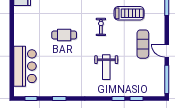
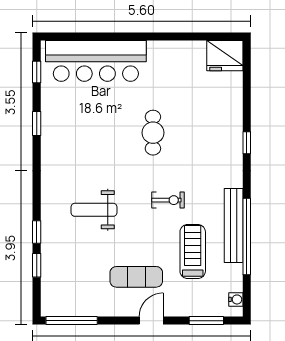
treadmill: (129, 13) -> (193, 251), turned 180
door: (167, 51) -> (151, 321), moved
bar counter: (25, 66) -> (96, 61), width x1.36

